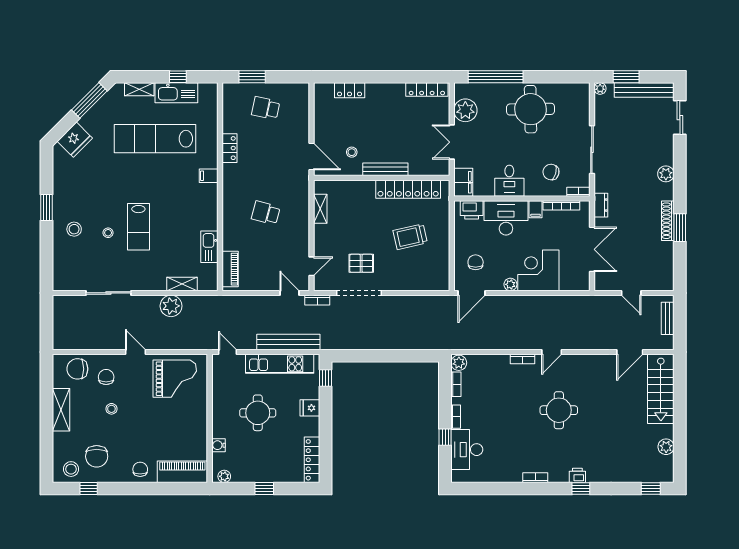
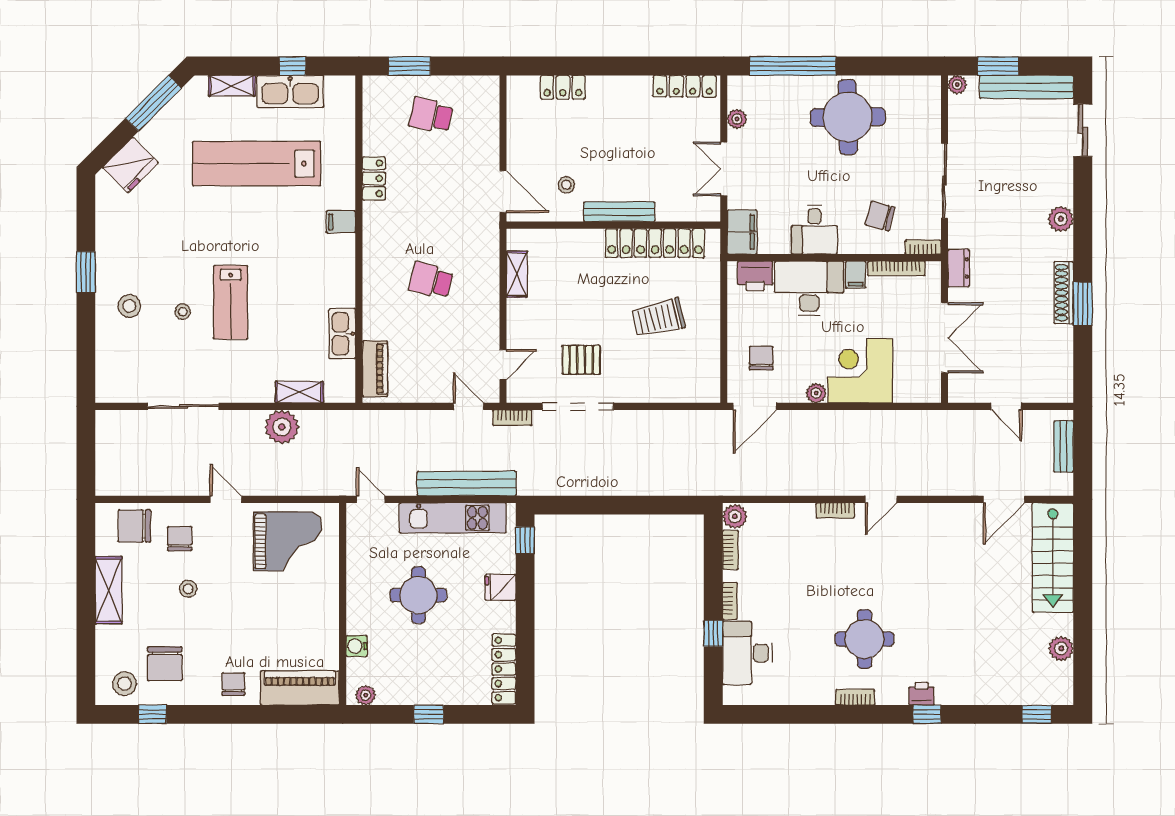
plant: (465, 110) -> (737, 119), width x0.53, depth x0.53
round table: (559, 410) -> (864, 639), moved

